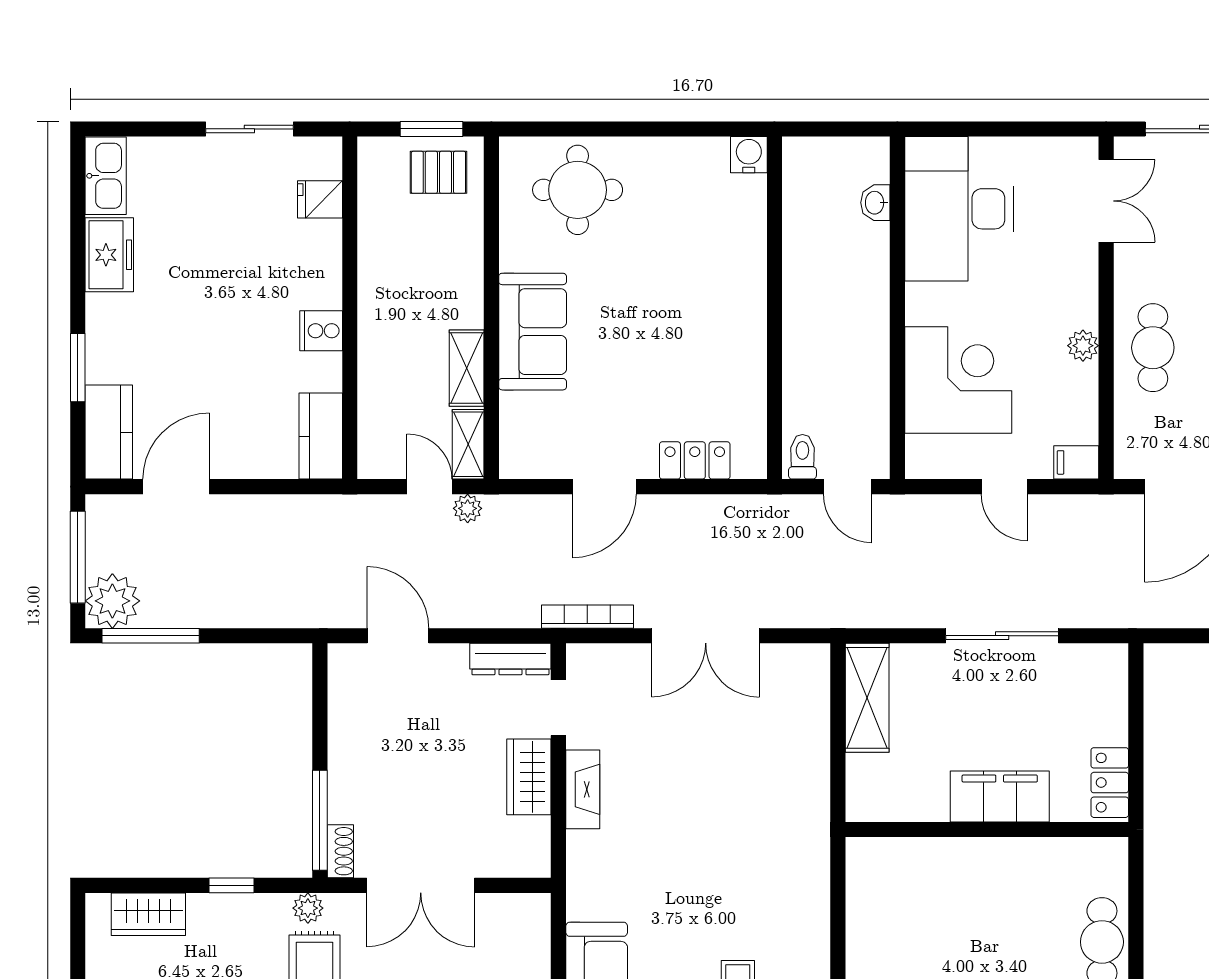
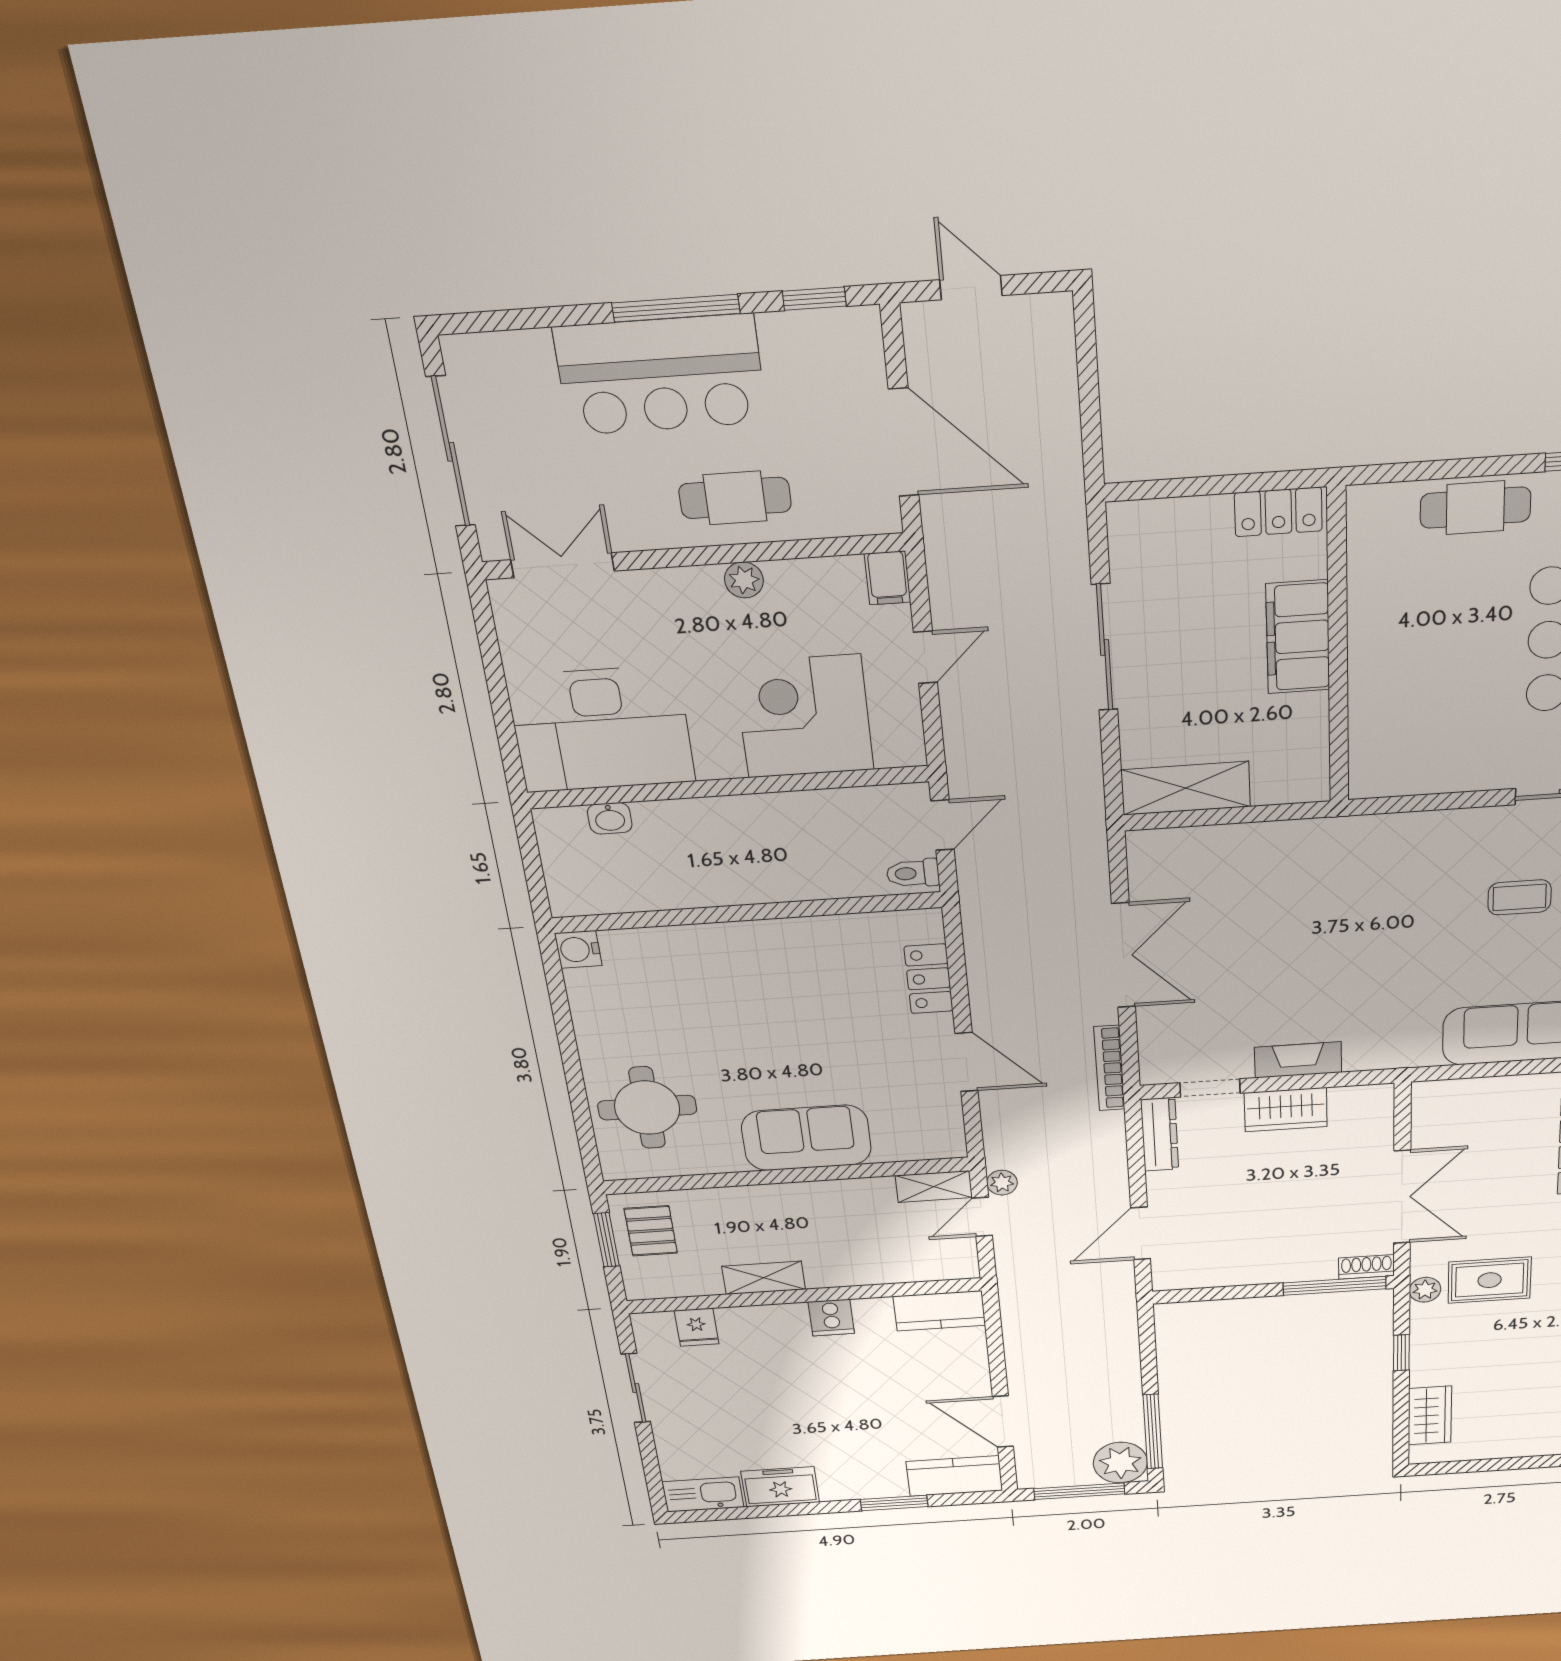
shelving: (467, 368) -> (764, 1278), moved

